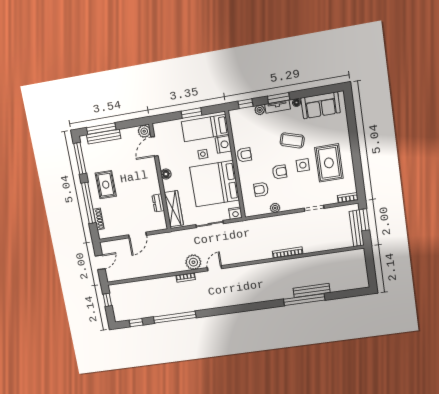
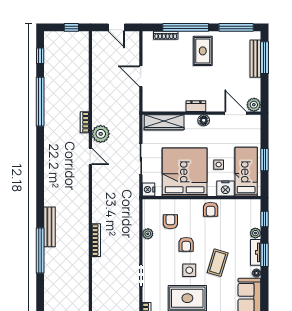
rug: (106, 185) -> (203, 51), turned 90
dresser: (158, 203) -> (196, 106), moved
bench: (312, 290) -> (49, 227), moved

